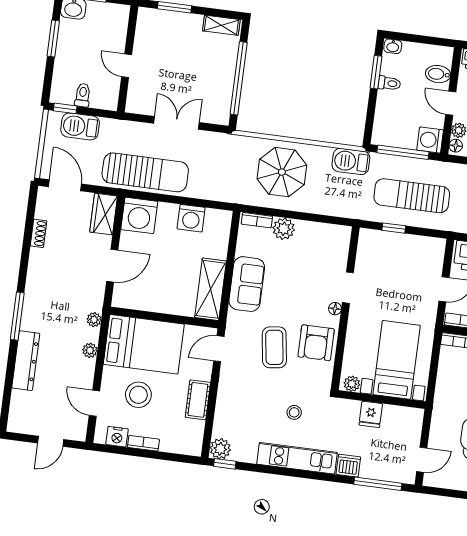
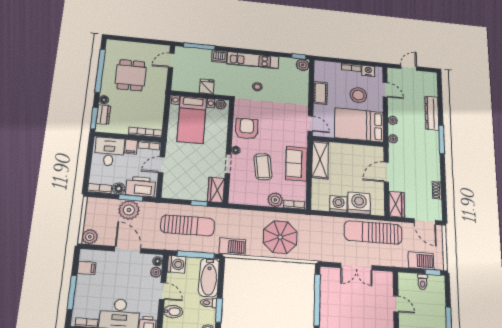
bathtub: (387, 119) -> (209, 277), added
washing machine: (139, 215) -> (359, 203), moved
wardrobe: (368, 248) -> (216, 190), added
coffee table: (274, 347) -> (263, 167), moved
door: (219, 349) -> (310, 124), hinge flipped

